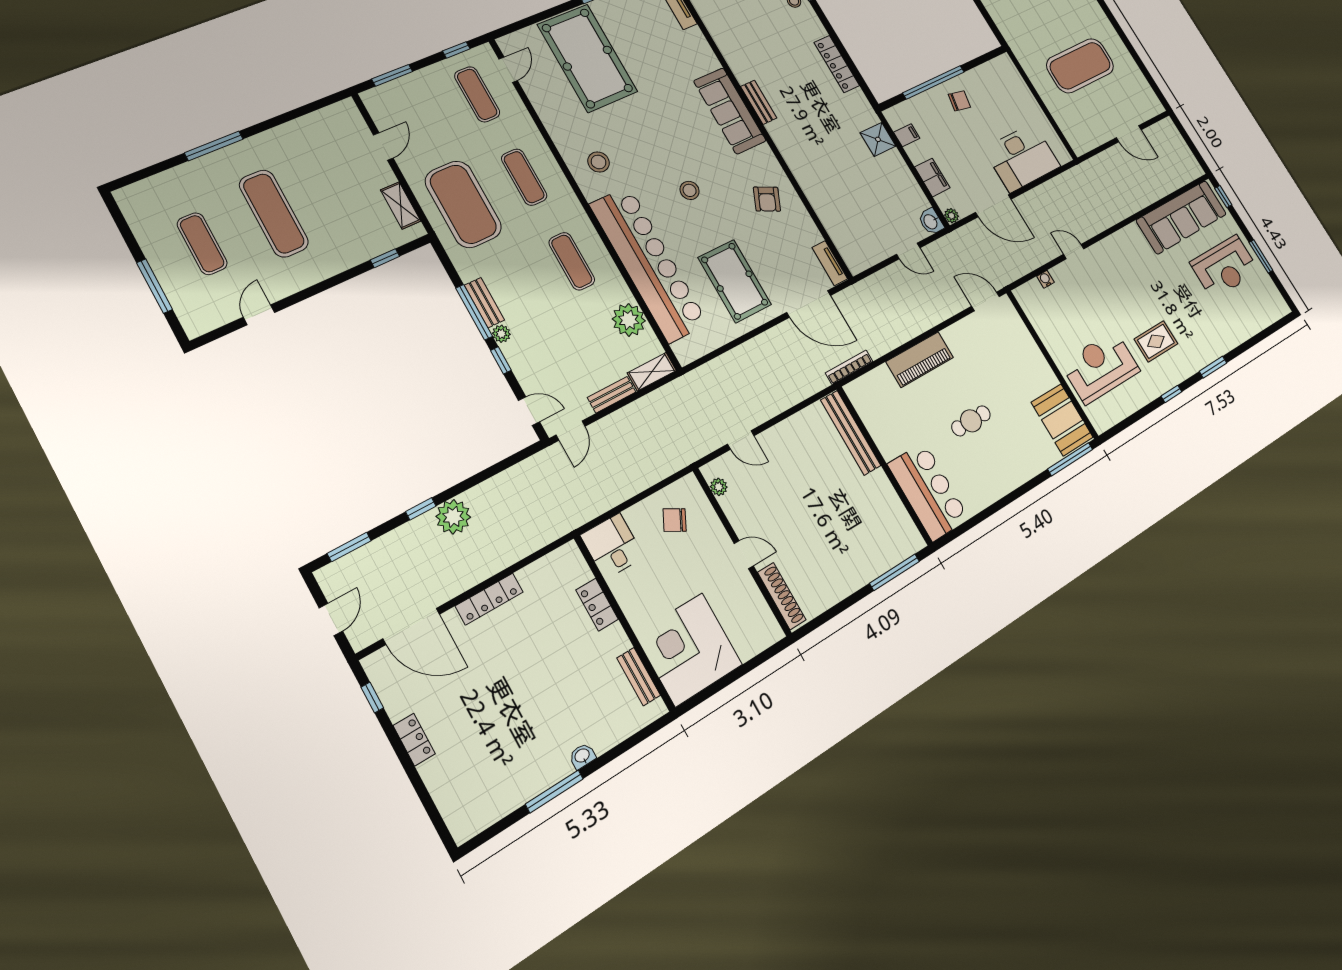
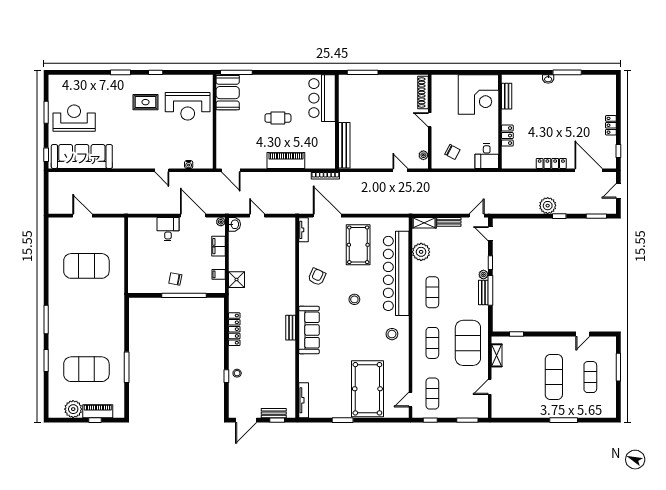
desk: (1022, 158) -> (168, 229), width x0.53, depth x0.77

